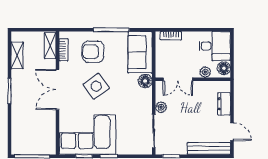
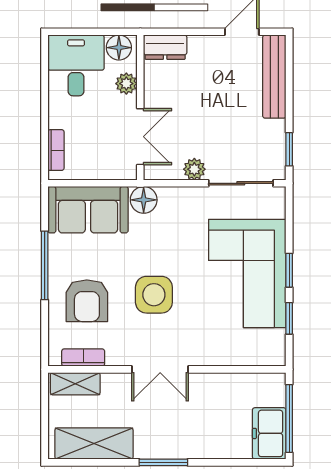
shelving: (17, 55) -> (94, 444), width x1.50, depth x1.33
side table: (96, 86) -> (154, 295), turned 36
double door: (58, 89) -> (160, 369), width x0.73
dresser: (224, 104) -> (165, 47), moved
corner sofa: (87, 135) -> (247, 273), moved
freezer: (24, 146) -> (269, 433), added

